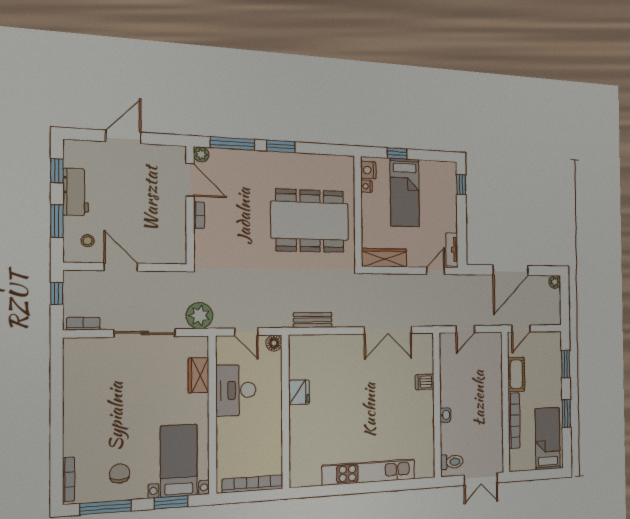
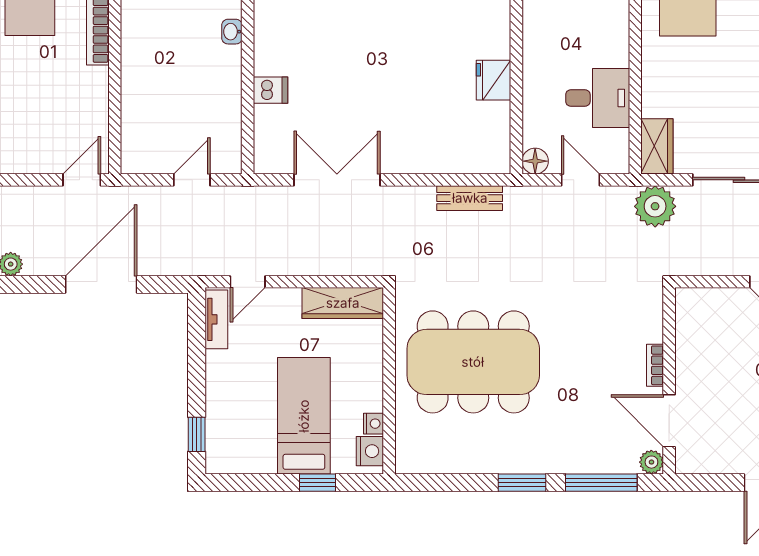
cot: (516, 374) -> (92, 98), removed
wardrobe: (198, 375) -> (657, 146), moved
desk: (236, 390) -> (598, 98), width x0.73

